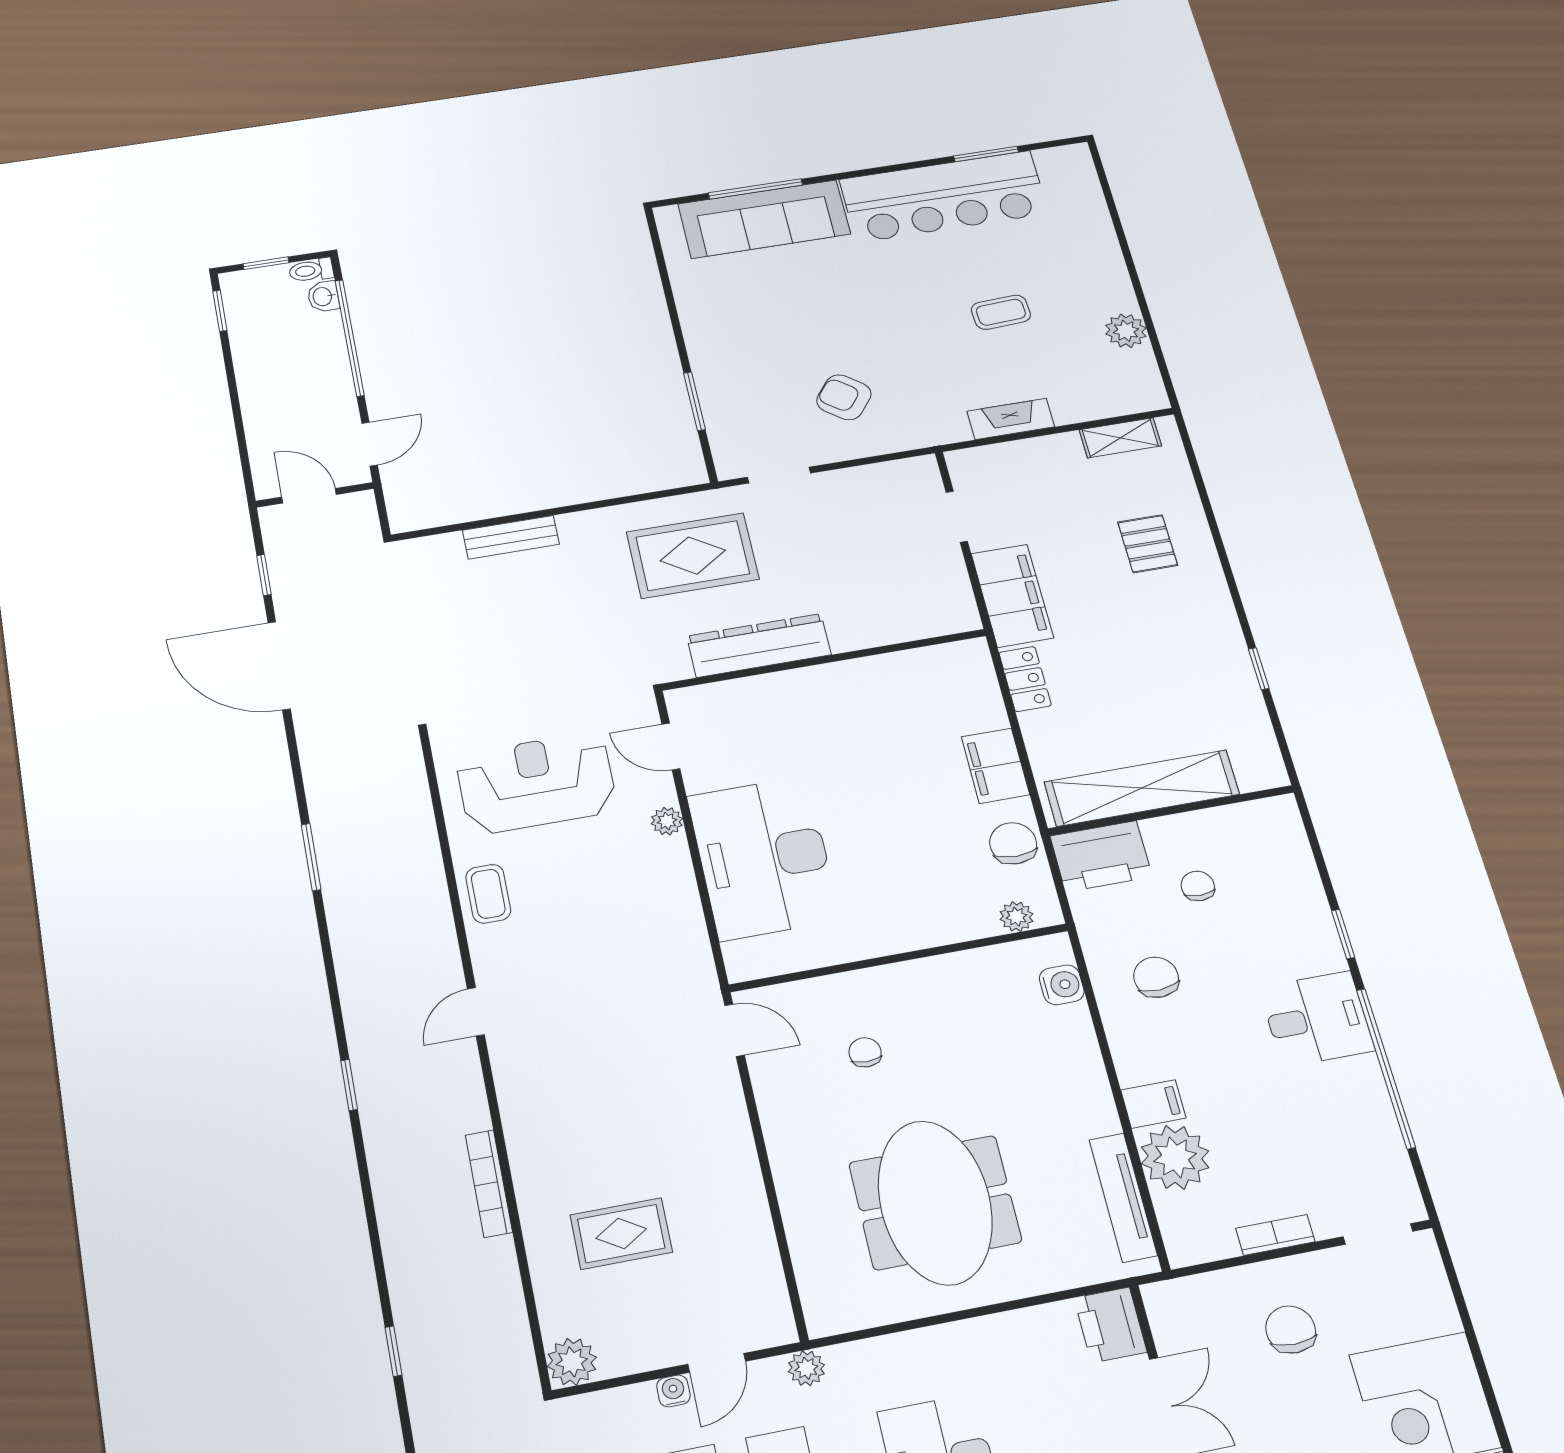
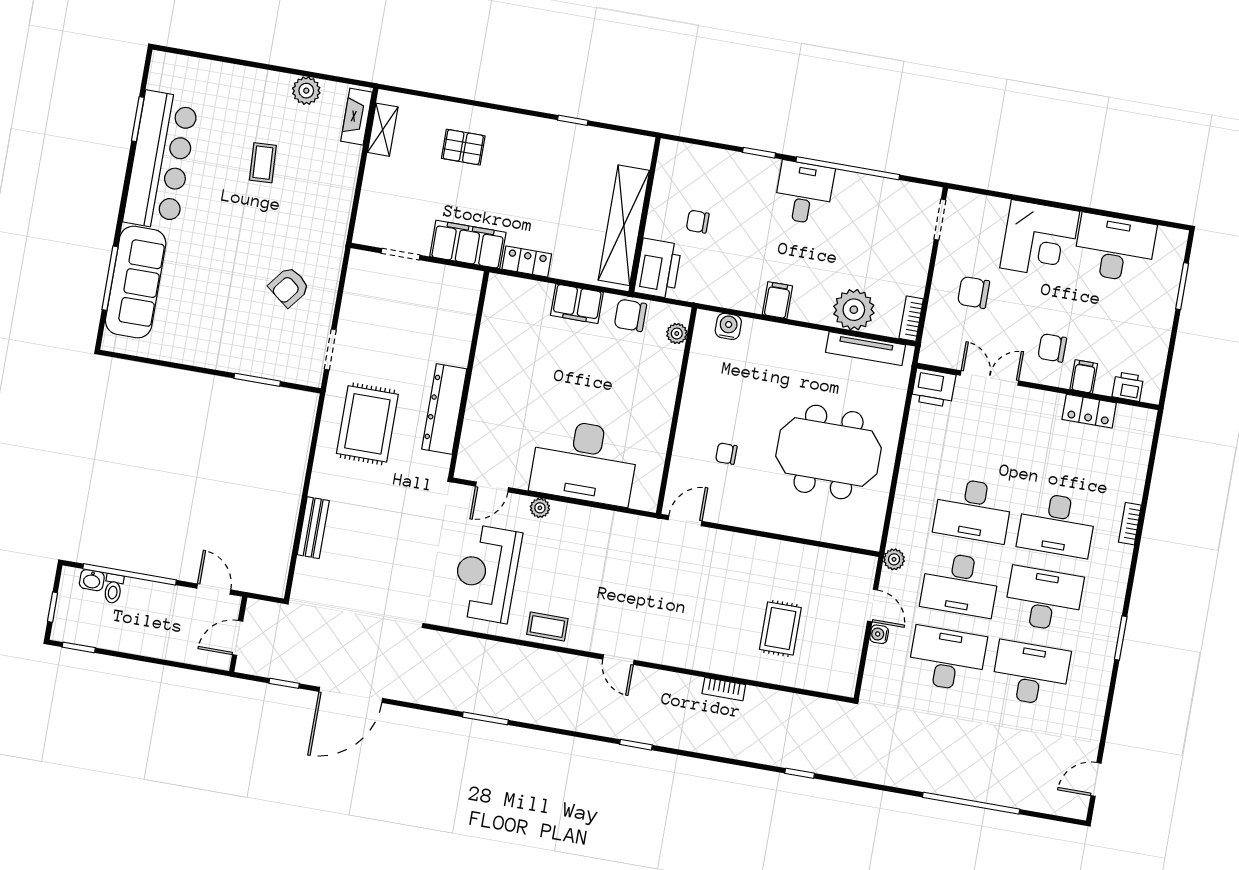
toilet: (311, 270) -> (113, 589), moved
fireplace: (1011, 419) -> (357, 117), moved
chair: (1156, 977) -> (744, 271), removed
filing cabinet: (1153, 1104) -> (777, 300), moved
bookcase: (489, 1184) -> (724, 689), width x0.64
bookcase: (1275, 1235) -> (911, 319), moved
plant: (572, 1362) -> (842, 682), removed

